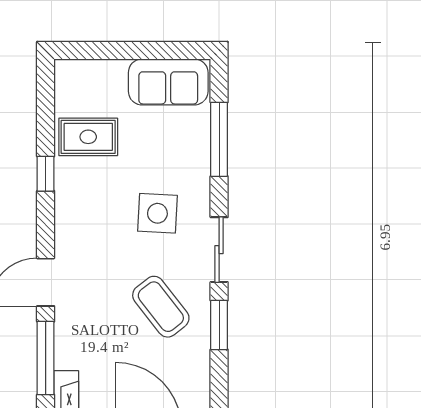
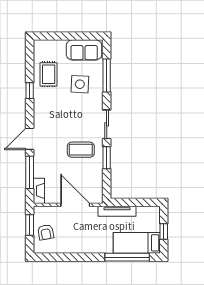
rug: (88, 137) -> (49, 74), turned 90
side table: (157, 213) -> (80, 84), moved
coffee table: (161, 307) -> (81, 150), turned -52

